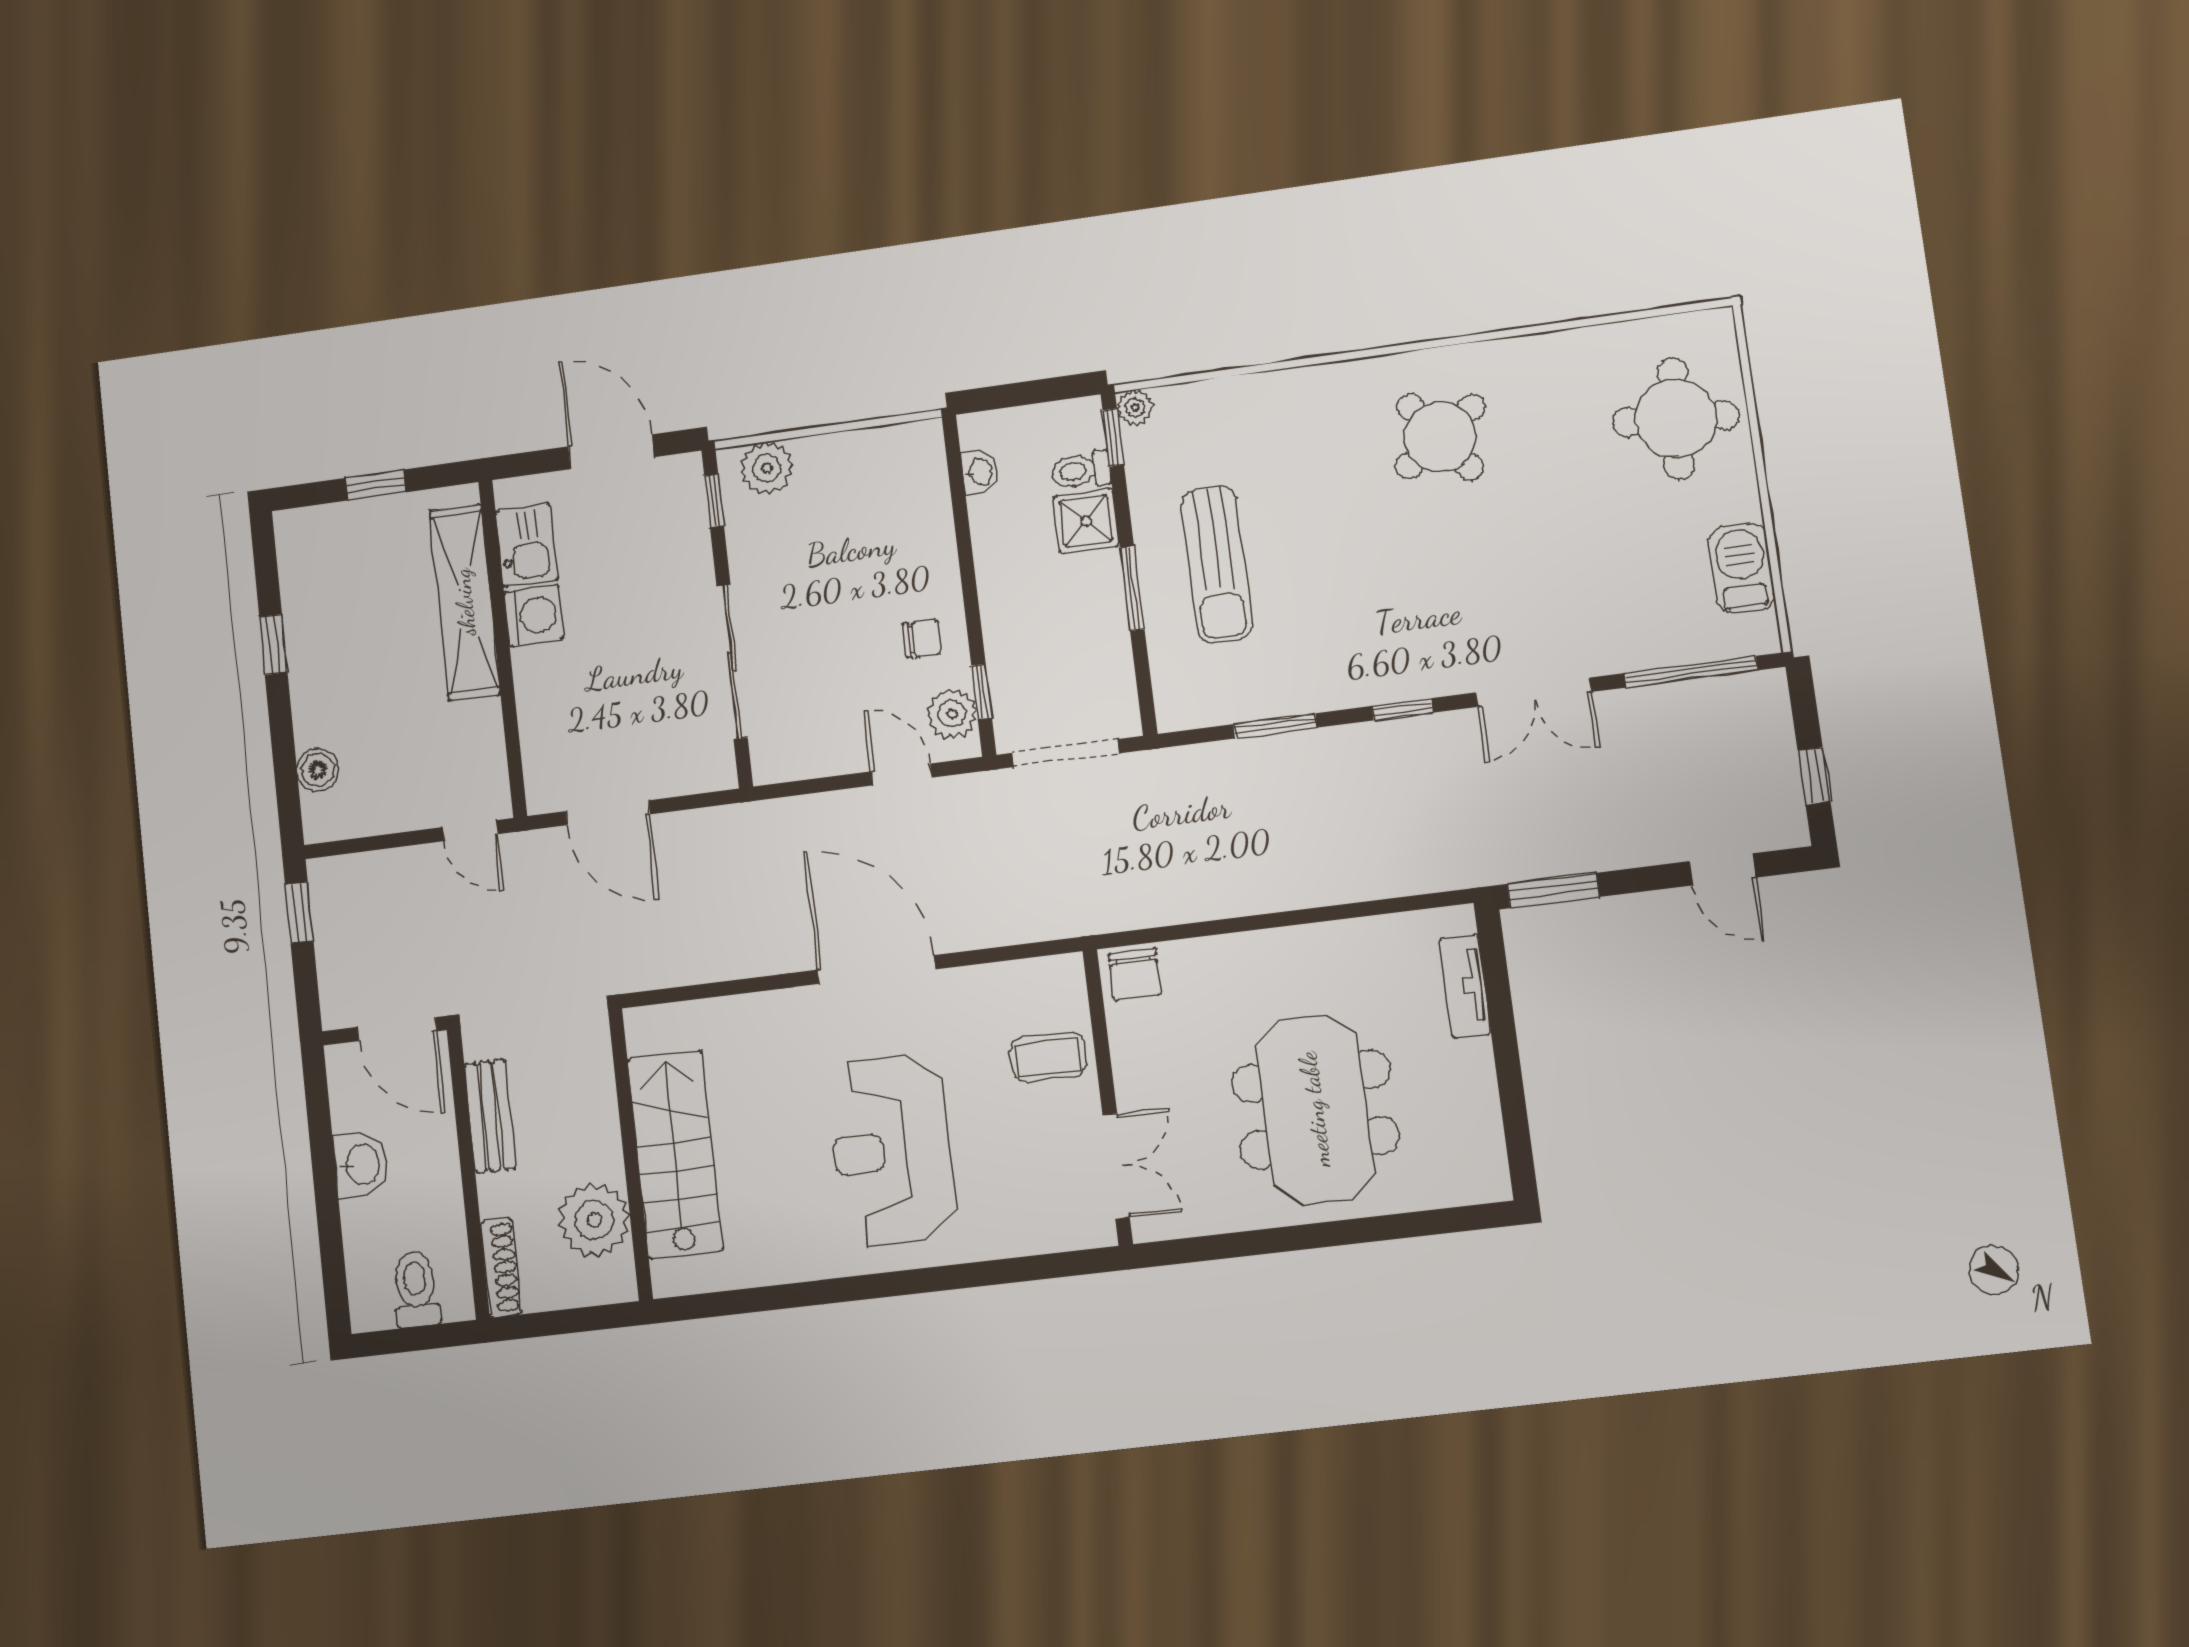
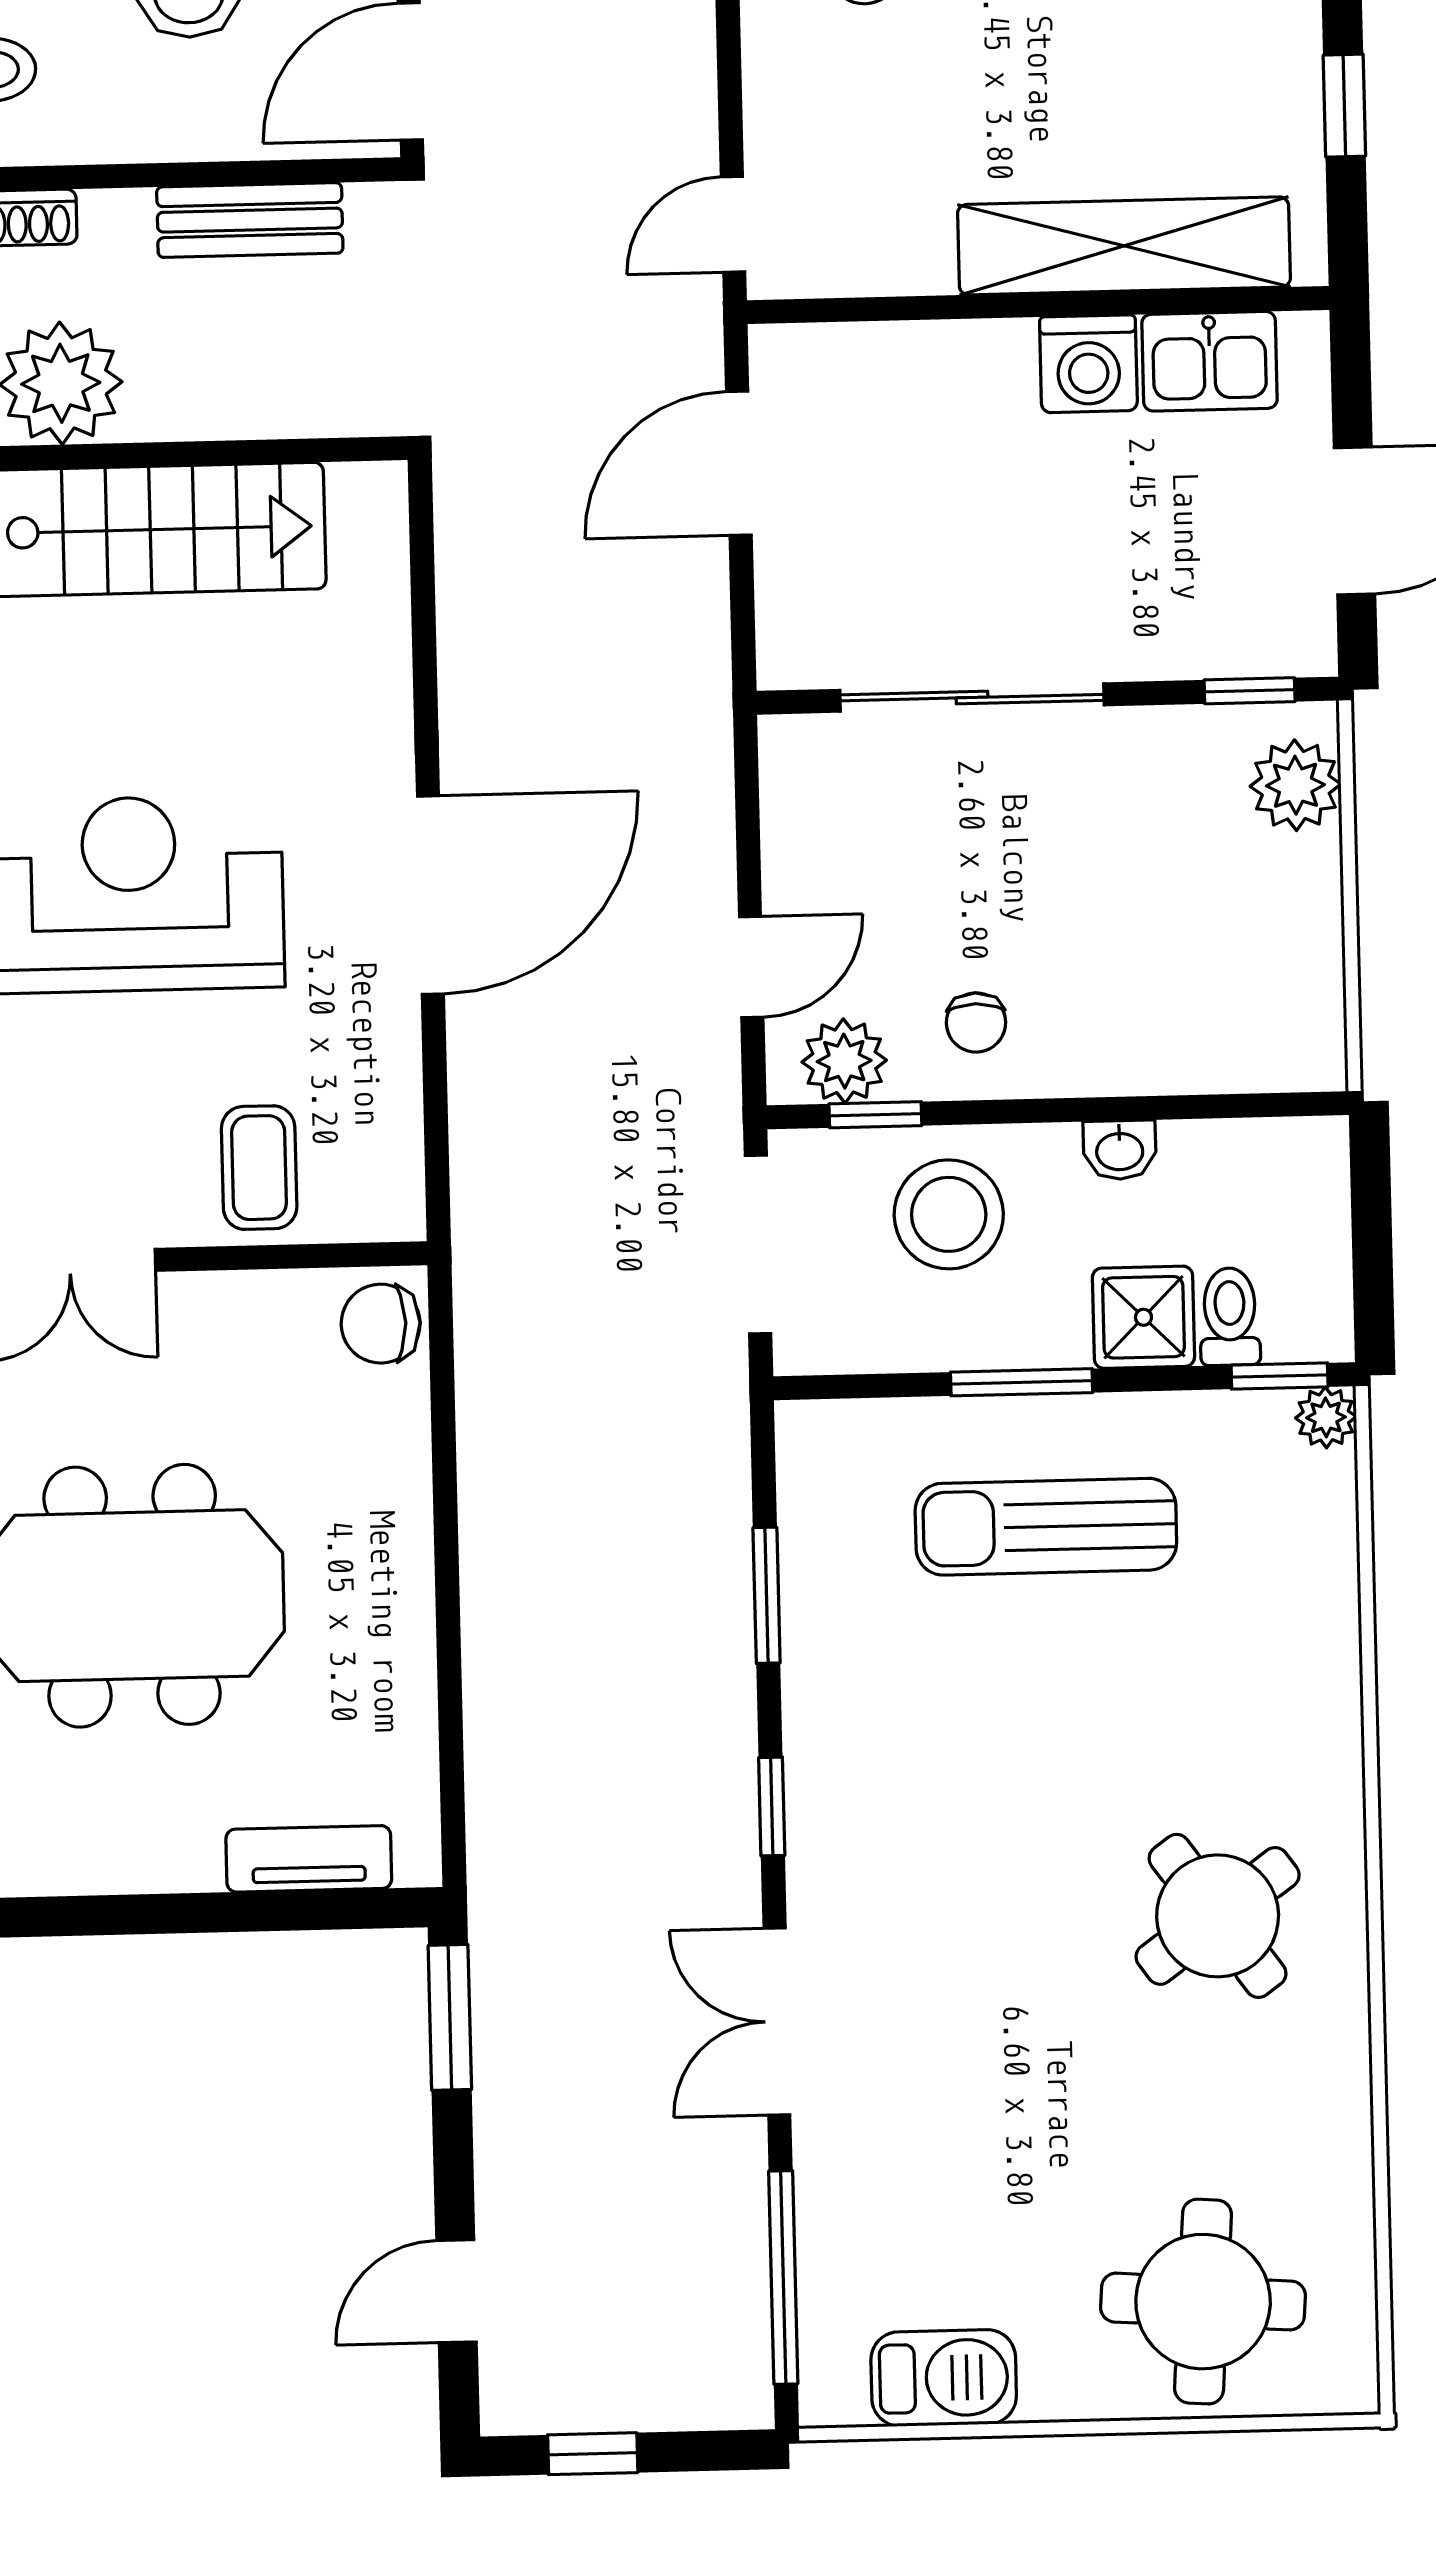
washbasin: (980, 472) -> (1120, 1150), moved
stool: (1037, 642) -> (949, 1214), added

